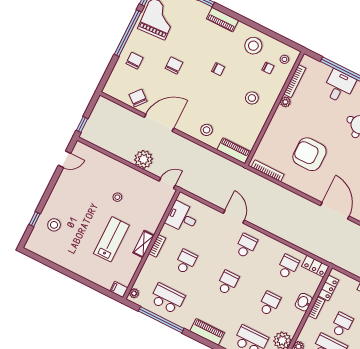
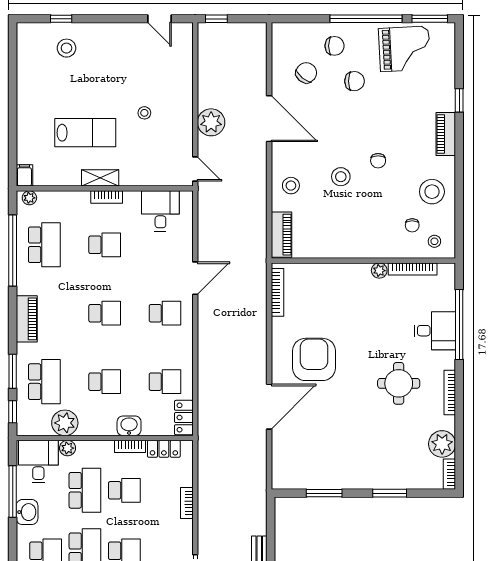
chair: (174, 65) -> (355, 81), moved
chair: (138, 98) -> (306, 73), moved
stool: (252, 98) -> (341, 177), moved
armchair: (309, 154) -> (314, 359), moved

